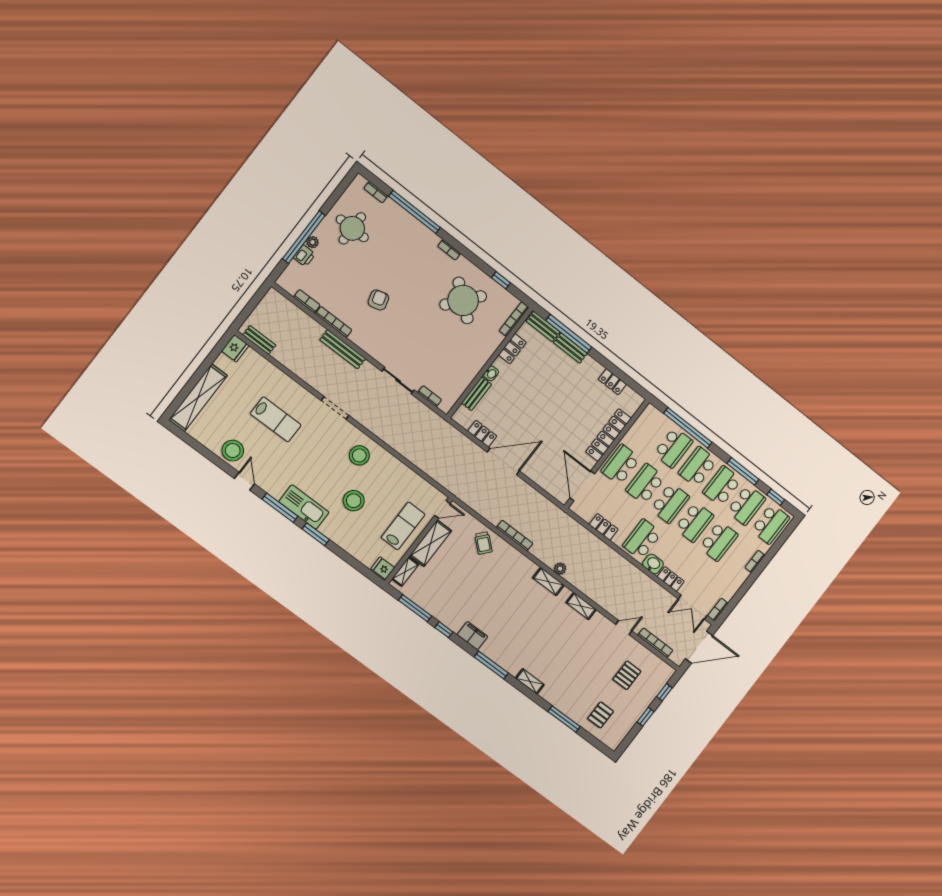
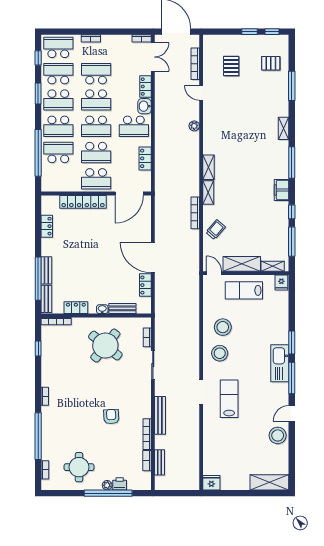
armchair: (378, 300) -> (111, 417), turned 102
round table: (463, 300) -> (105, 346), moved
bench: (259, 340) -> (160, 462), moved
shelving: (198, 398) -> (269, 482), width x0.68
lab bench: (276, 419) -> (229, 399), moved
window: (743, 471) -> (38, 93), width x0.69
stool: (354, 501) -> (223, 327), moved
school desk: (670, 503) -> (96, 126), turned 180
school desk: (694, 522) -> (96, 100), turned 180
plant: (560, 569) -> (194, 126), moved
shelving: (581, 606) -> (208, 192), moved
pallet: (627, 675) -> (231, 66), turned 90
window: (664, 692) -> (272, 32), moved

